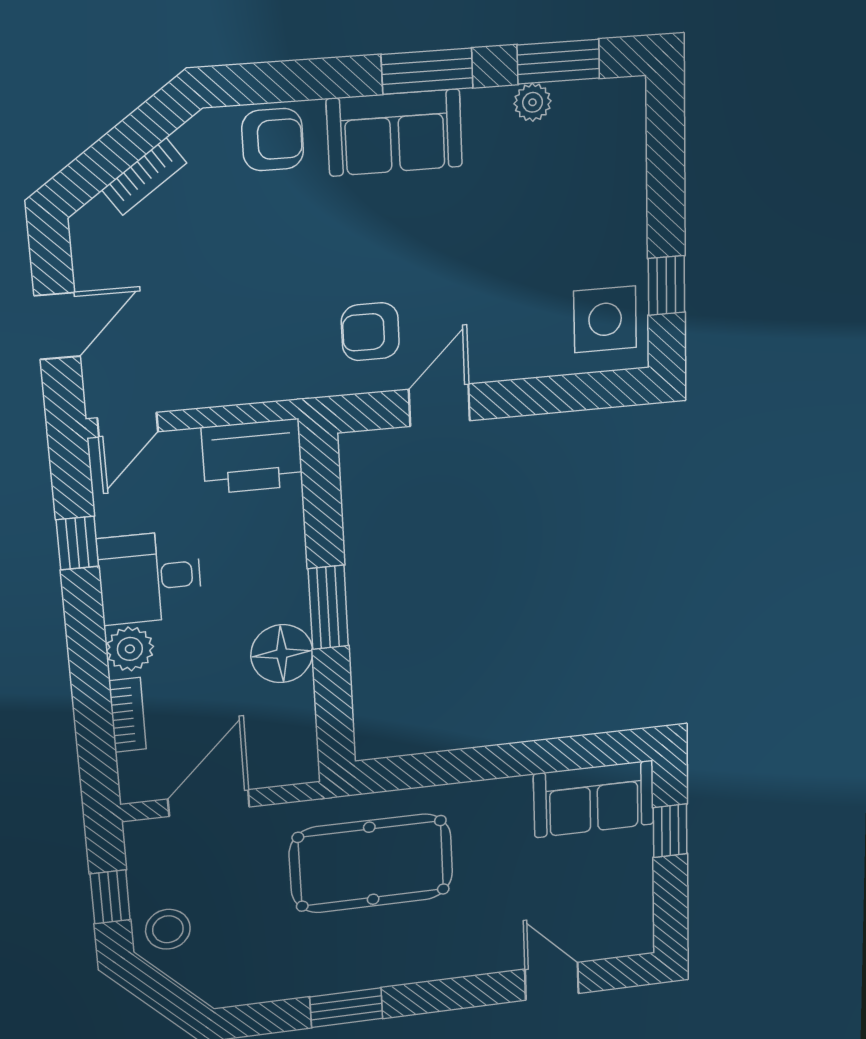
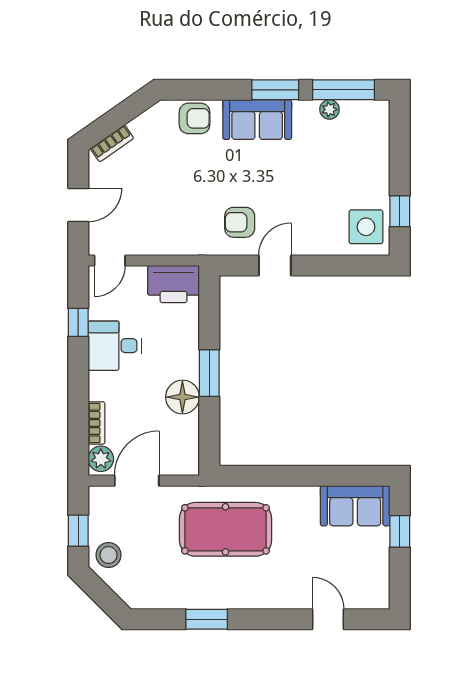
window: (558, 62) -> (344, 90), width x1.44
bookcase: (144, 176) -> (112, 143), moved
plant: (130, 649) -> (101, 459), moved

